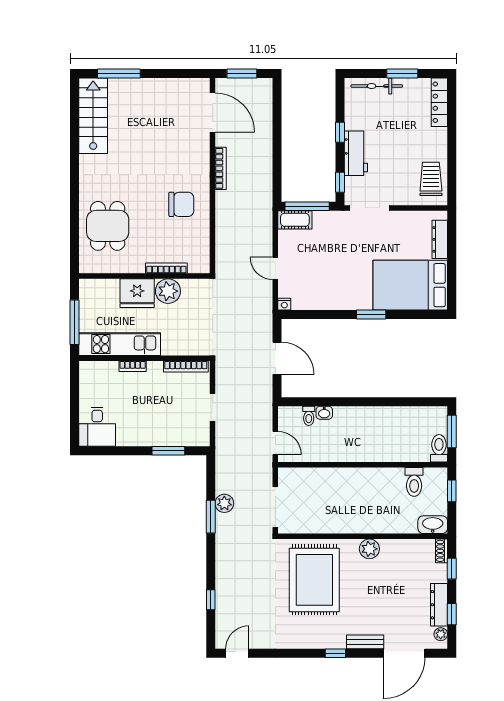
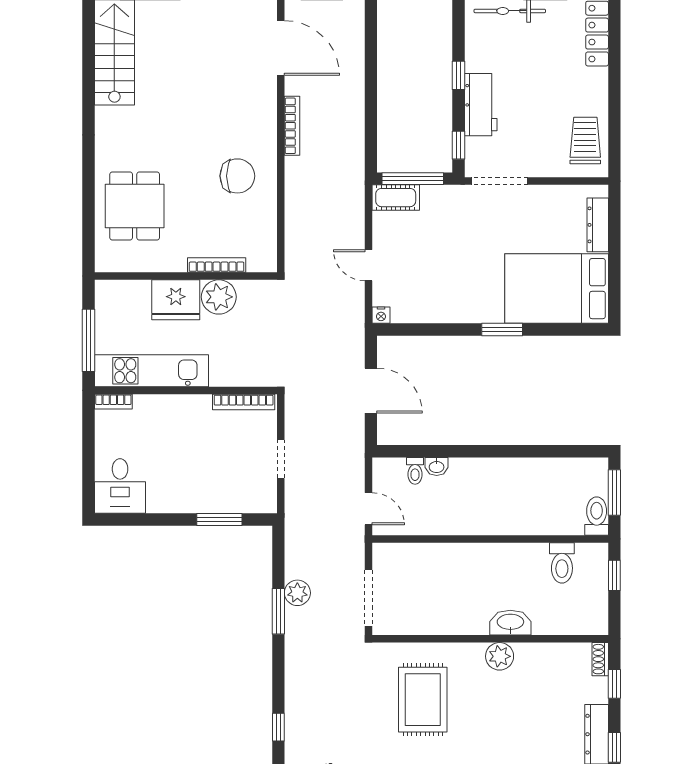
bookcase: (133, 366) -> (113, 402), moved
washbasin: (433, 525) -> (510, 623), moved
rug: (314, 580) -> (423, 700), width x0.73, depth x0.69

